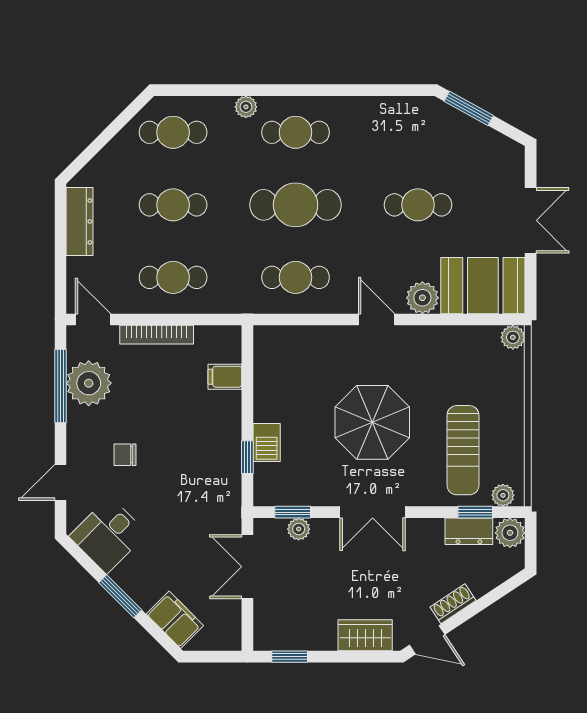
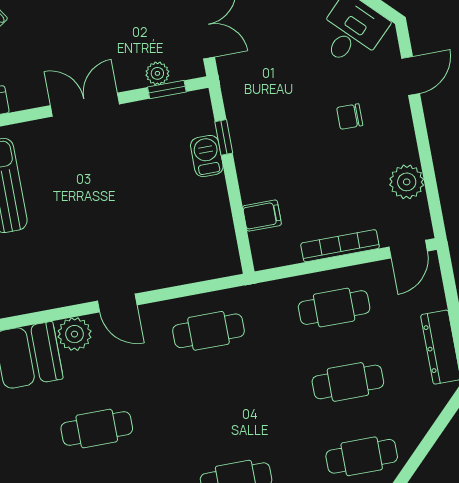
cafe table: (296, 205) -> (222, 405), removed
door: (93, 320) -> (408, 249), hinge flipped
plant: (89, 383) -> (407, 182), width x0.73, depth x0.73
window: (60, 386) -> (429, 175), removed
parasol: (372, 422) -> (102, 197), removed
chair: (125, 455) -> (350, 117), turned 180

